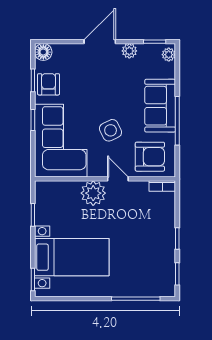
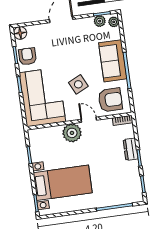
plant: (129, 51) -> (100, 21), moved
dresser: (167, 225) -> (131, 149), added

